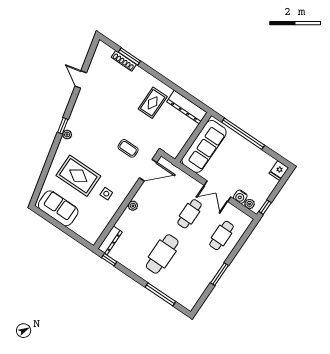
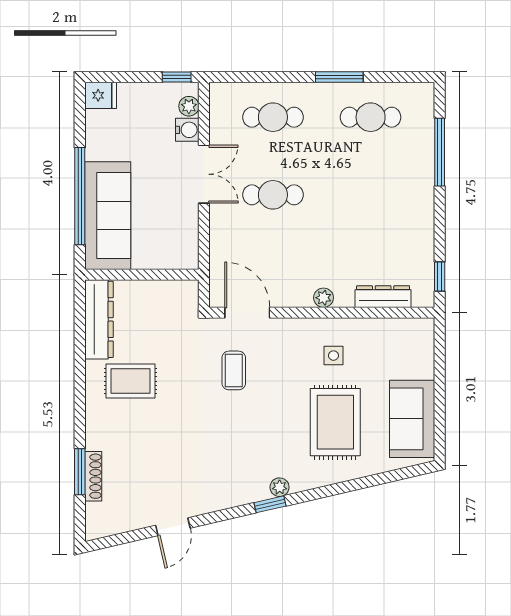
sofa: (204, 146) -> (108, 216), moved, turned 90
dresser: (110, 240) -> (383, 297), moved
cafe table: (162, 254) -> (371, 117), moved, width x0.73, depth x0.74

